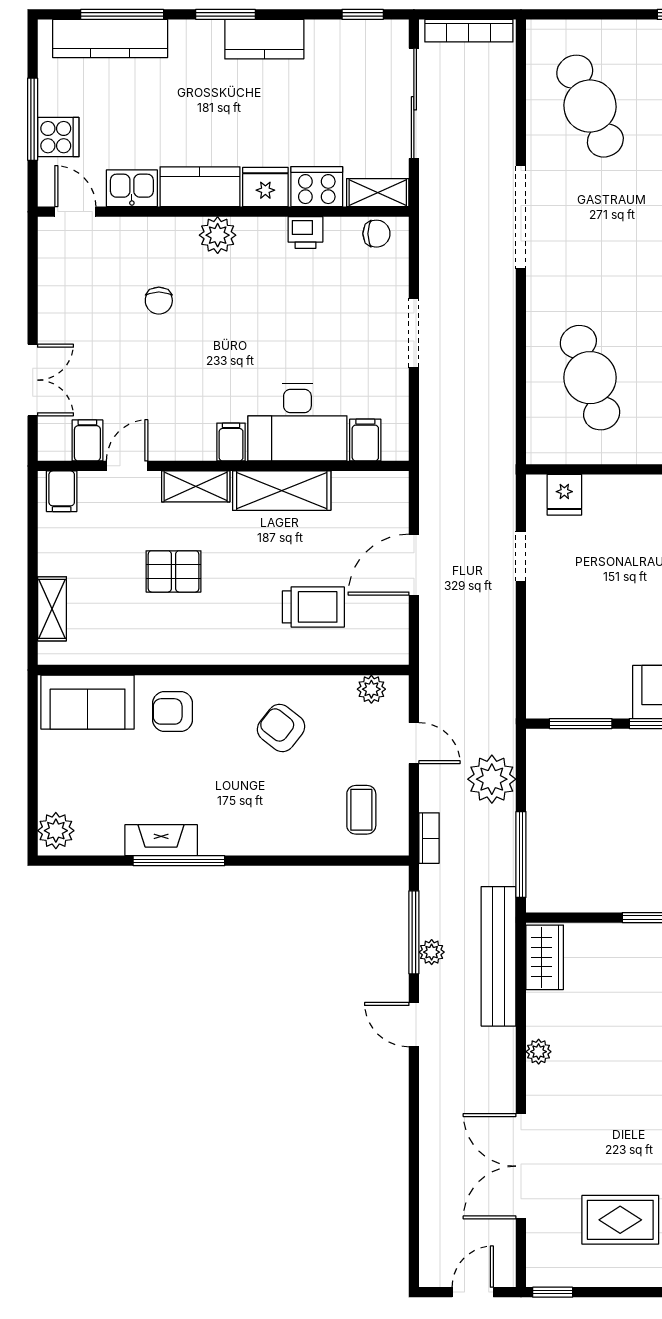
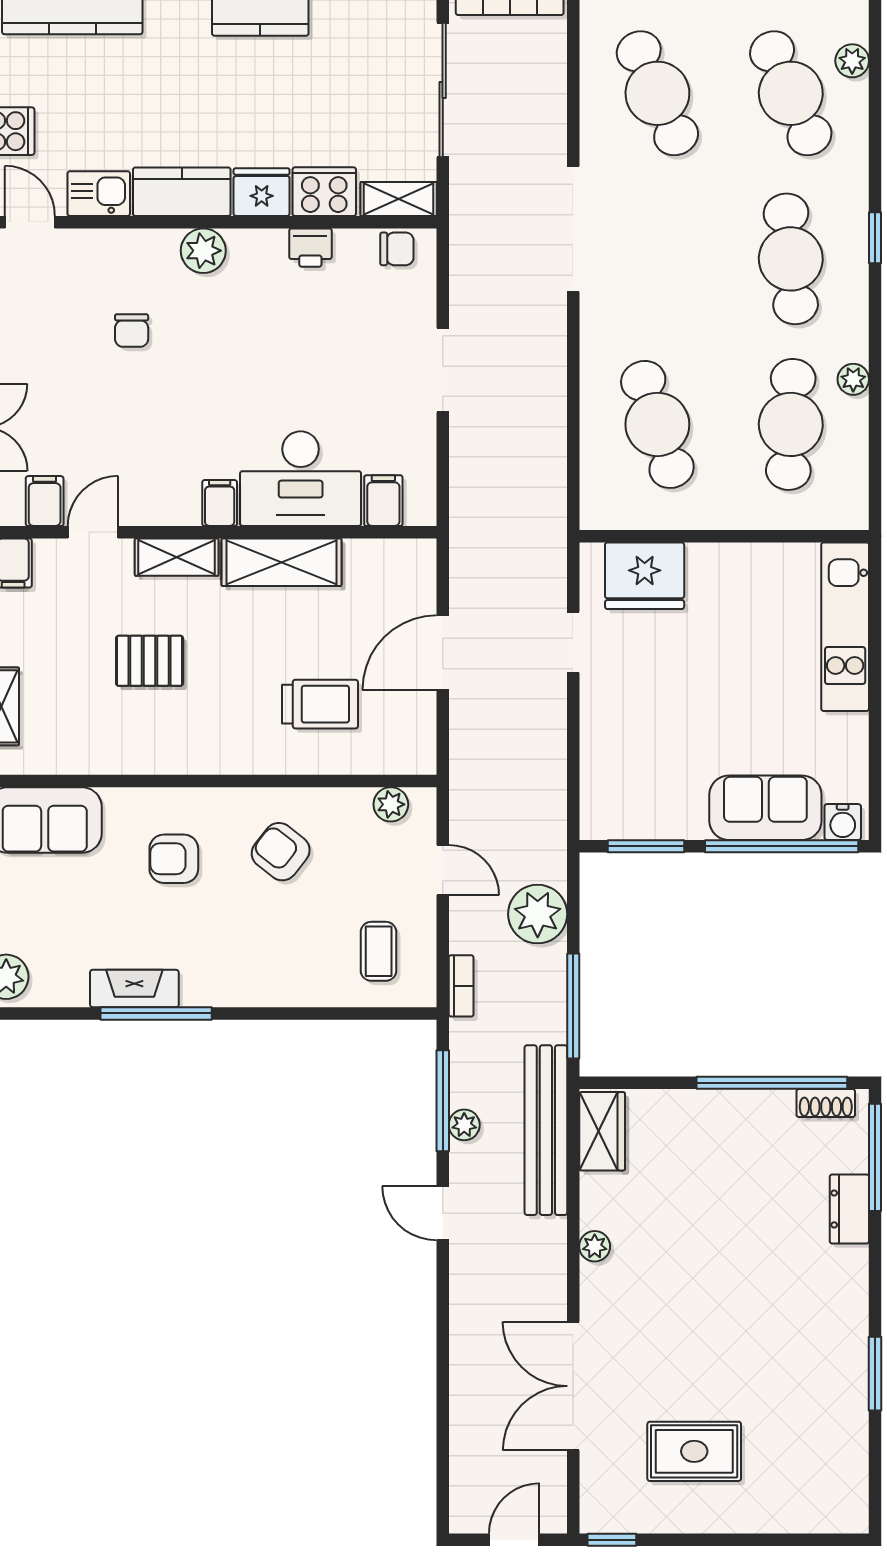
fridge: (564, 495) -> (645, 576), width x1.88, depth x1.34
armchair: (173, 711) -> (174, 859), moved

